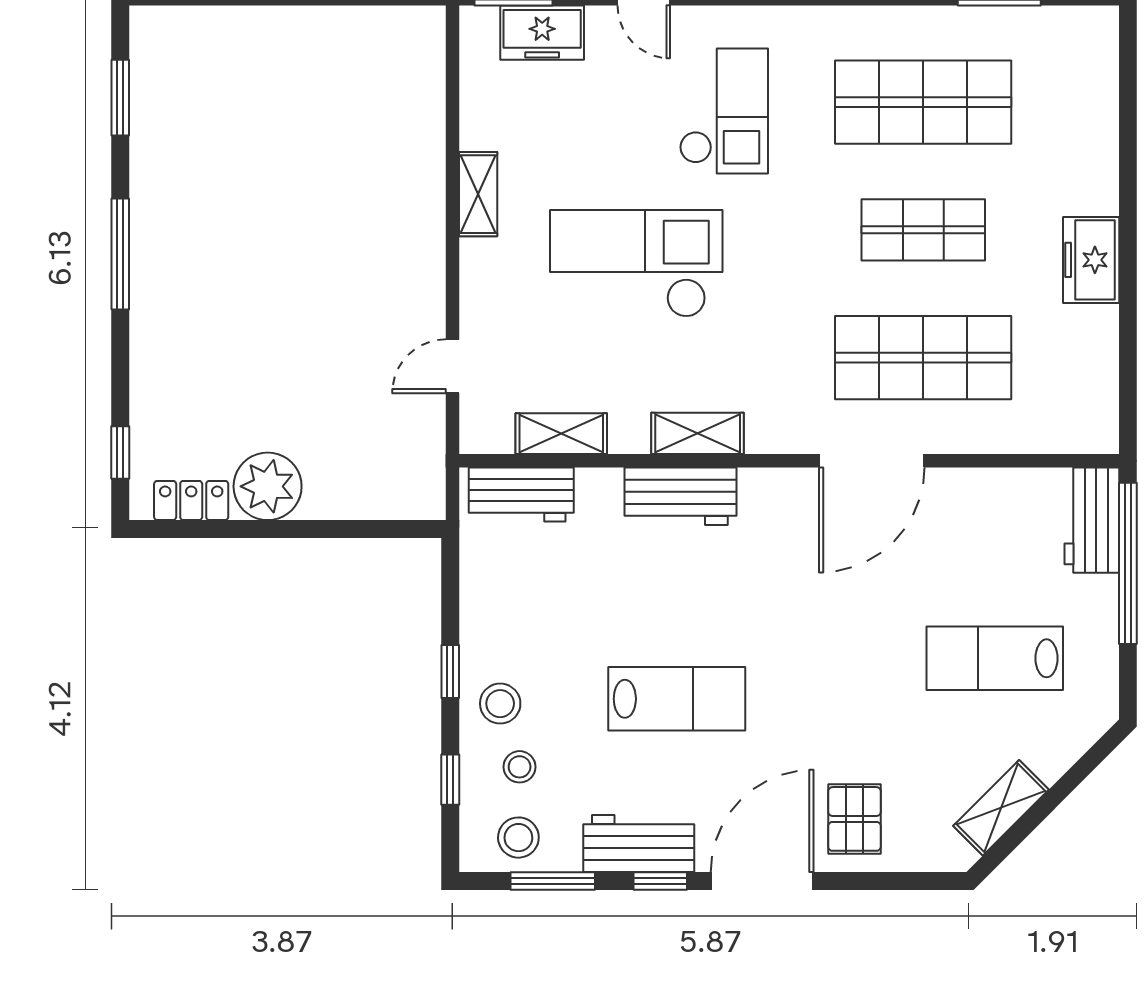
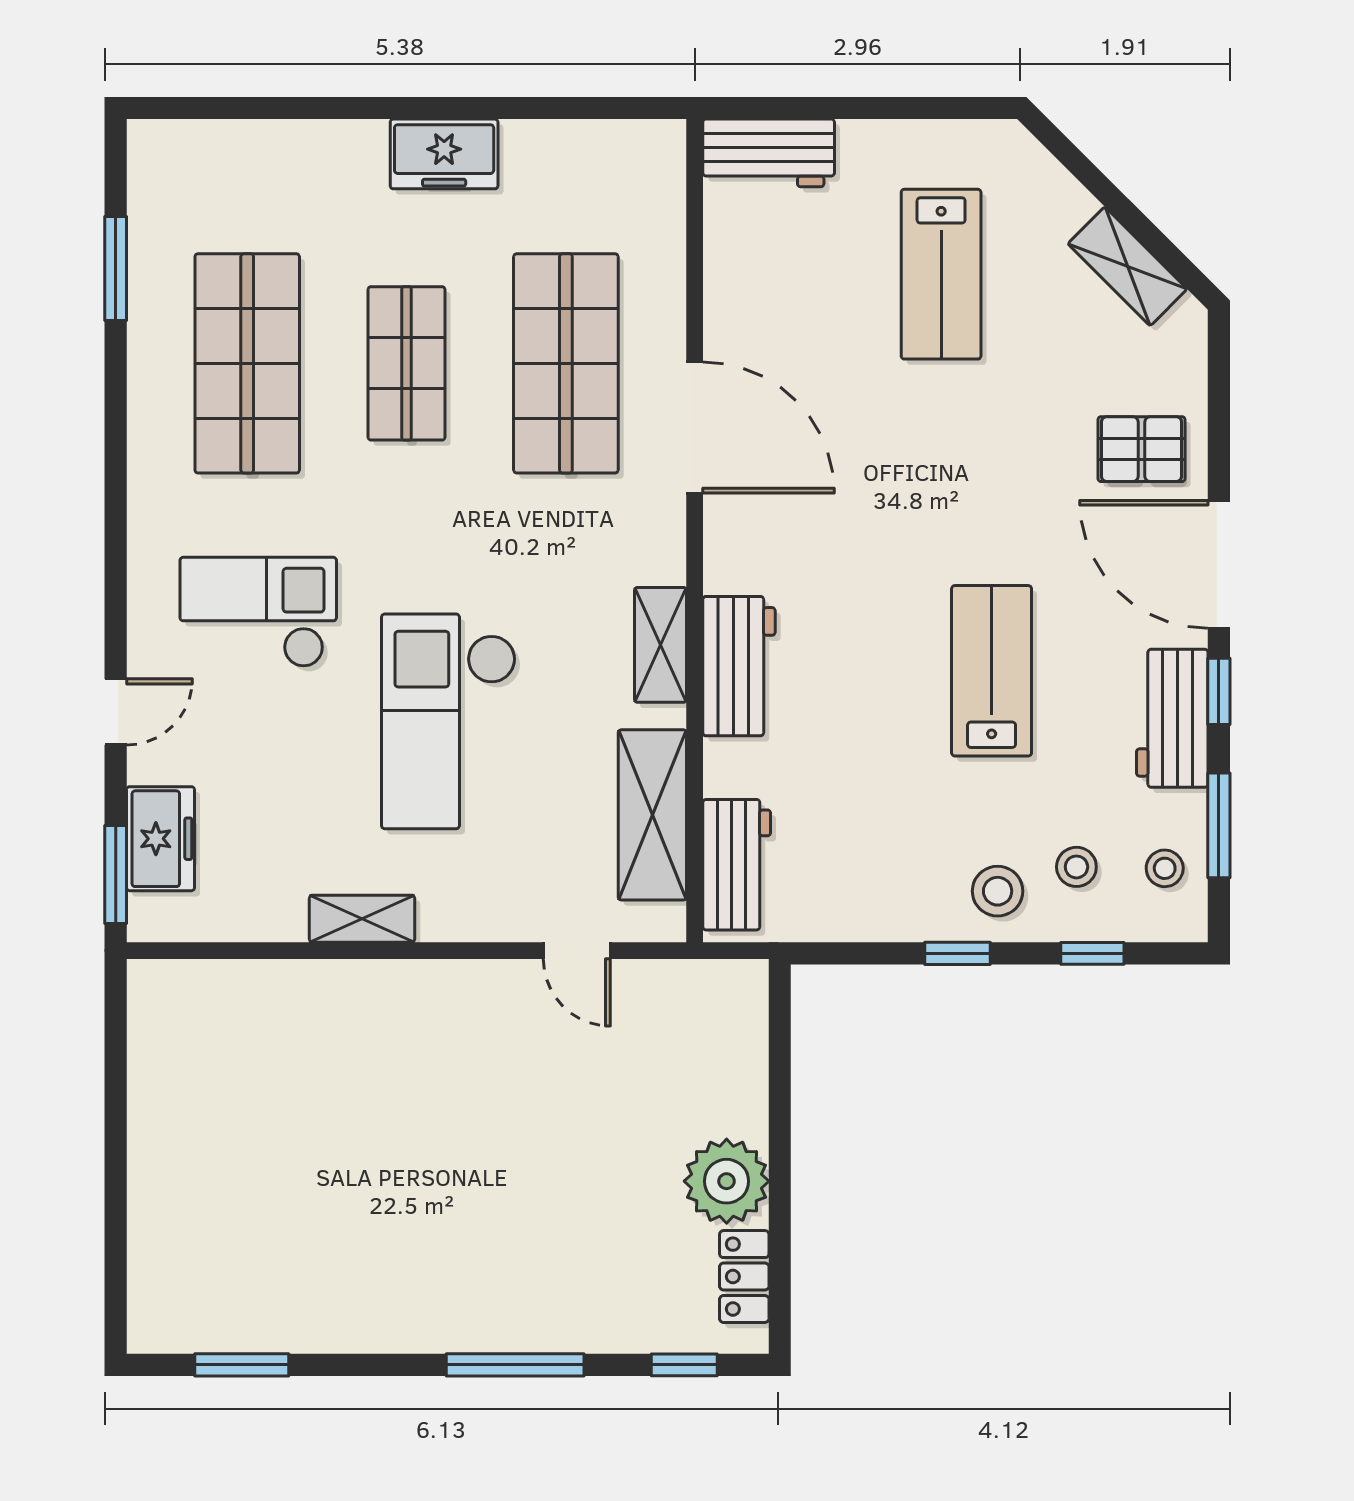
window: (120, 254) -> (515, 1365), moved
shelving: (561, 434) -> (652, 815), width x1.50, depth x1.33
window: (1128, 563) -> (823, 108), removed
stool: (518, 838) -> (1165, 868), width x0.73, depth x0.73

